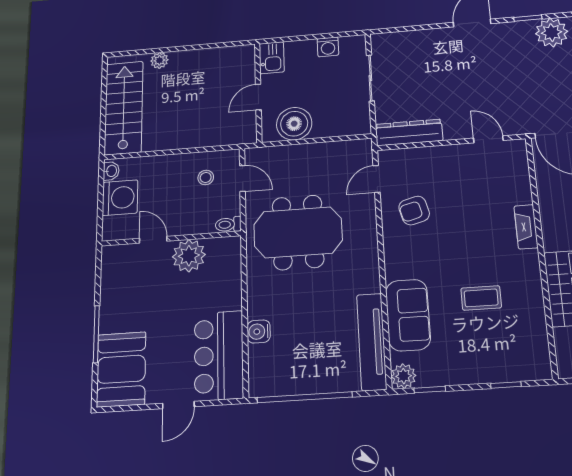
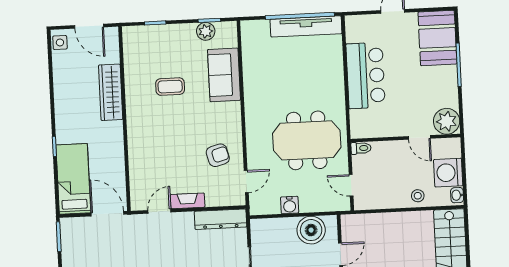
door: (488, 139) -> (159, 211), swing flipped
stool: (206, 177) -> (418, 196), moved
fireplace: (526, 227) -> (188, 201), moved, turned -90
plant: (189, 256) -> (447, 121), moved
water cooler: (259, 331) -> (290, 205), moved, turned 90
tv unit: (372, 342) -> (306, 26), moved, turned 90
bar counter: (219, 356) -> (366, 75), moved
plant: (404, 376) -> (206, 31), moved

